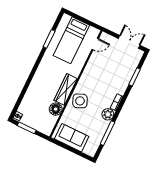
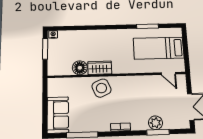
wardrobe: (66, 89) -> (100, 68), width x0.67
plant: (108, 114) -> (155, 123), moved
sofa: (72, 138) -> (58, 115), moved

